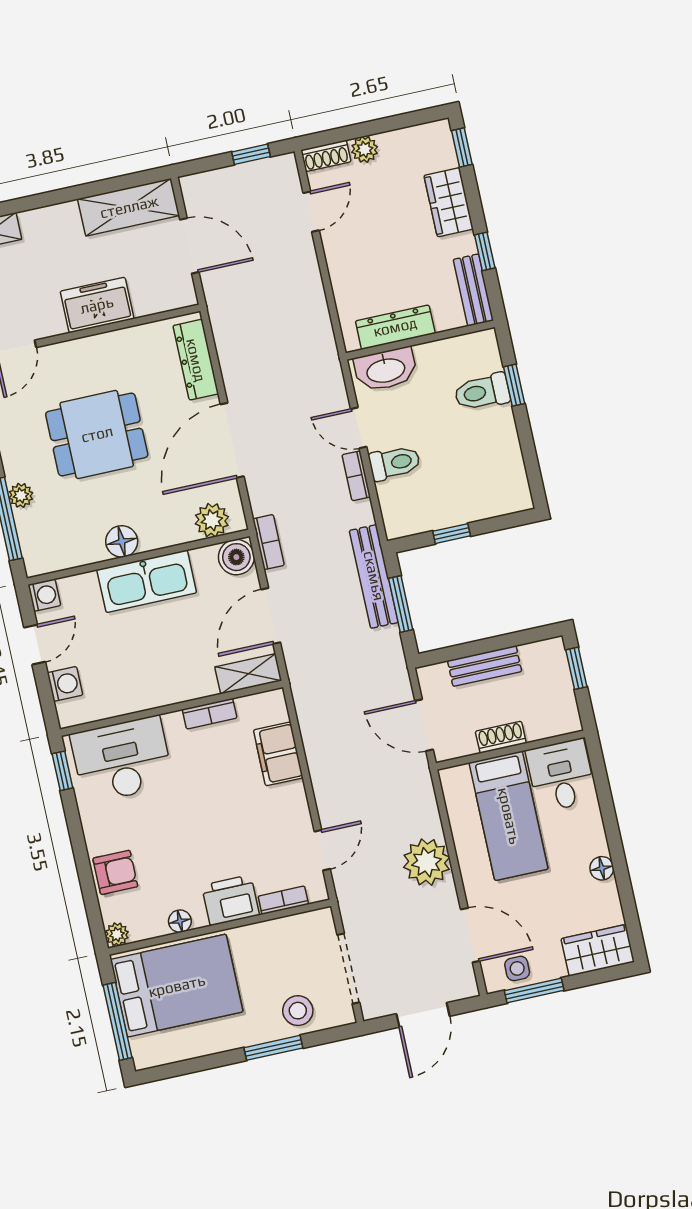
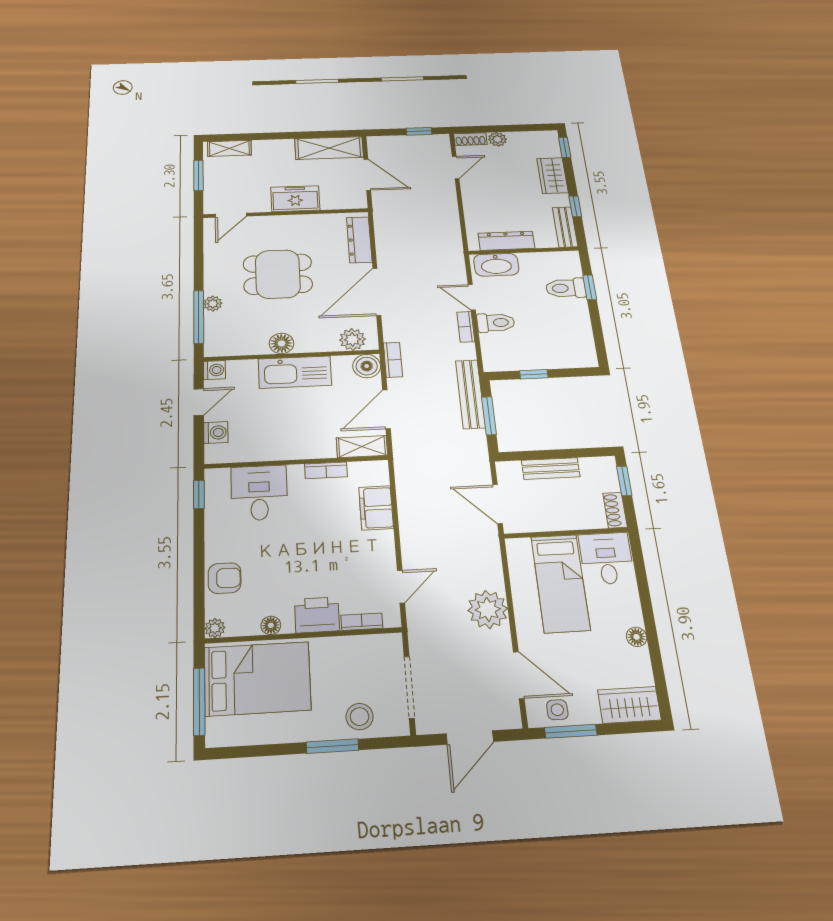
shoe rack: (501, 737) -> (615, 510), moved, turned -90
desk: (122, 760) -> (259, 493), width x0.73

